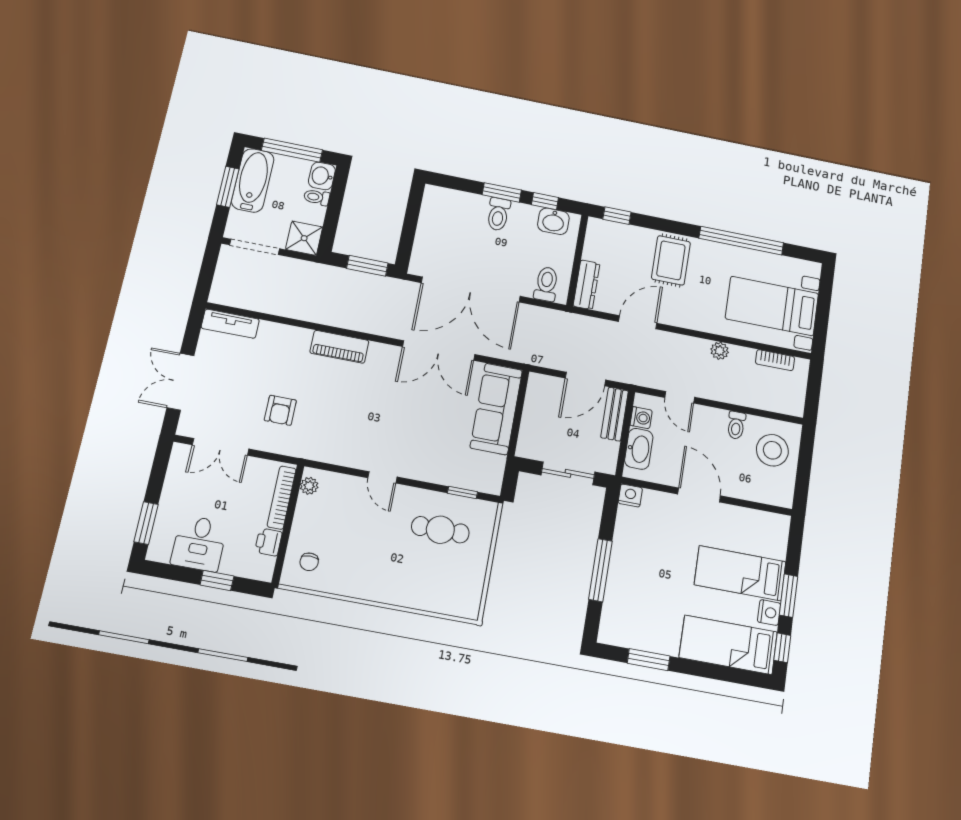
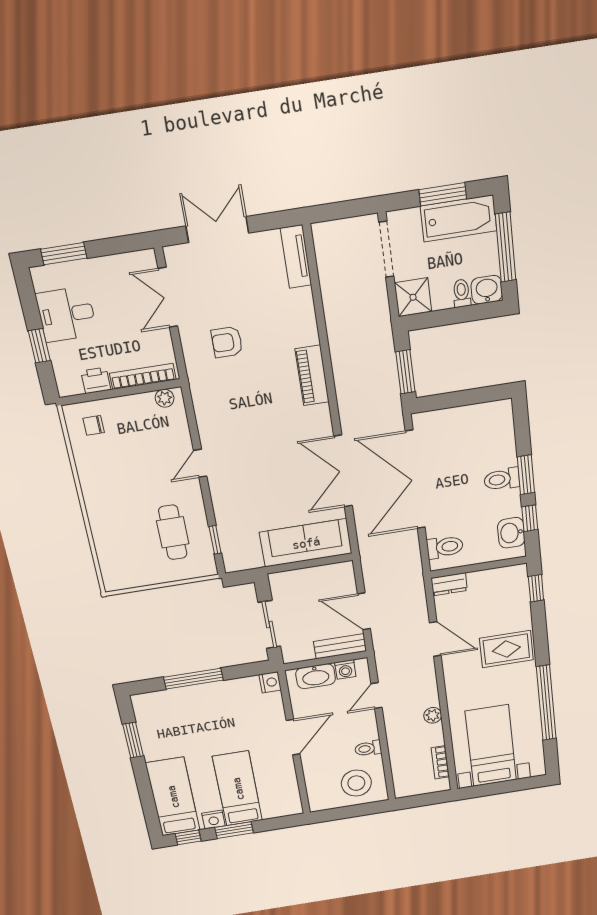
dresser: (586, 285) -> (449, 584), width x0.70

